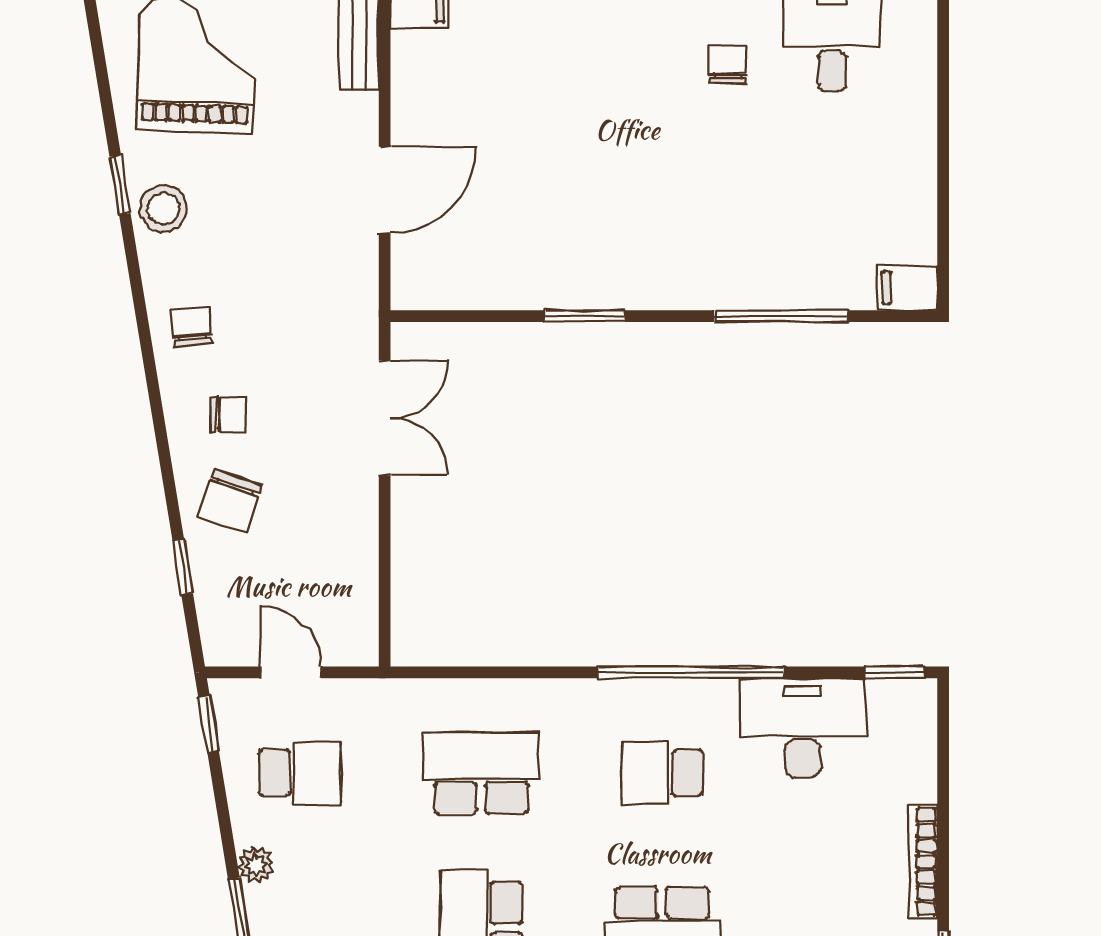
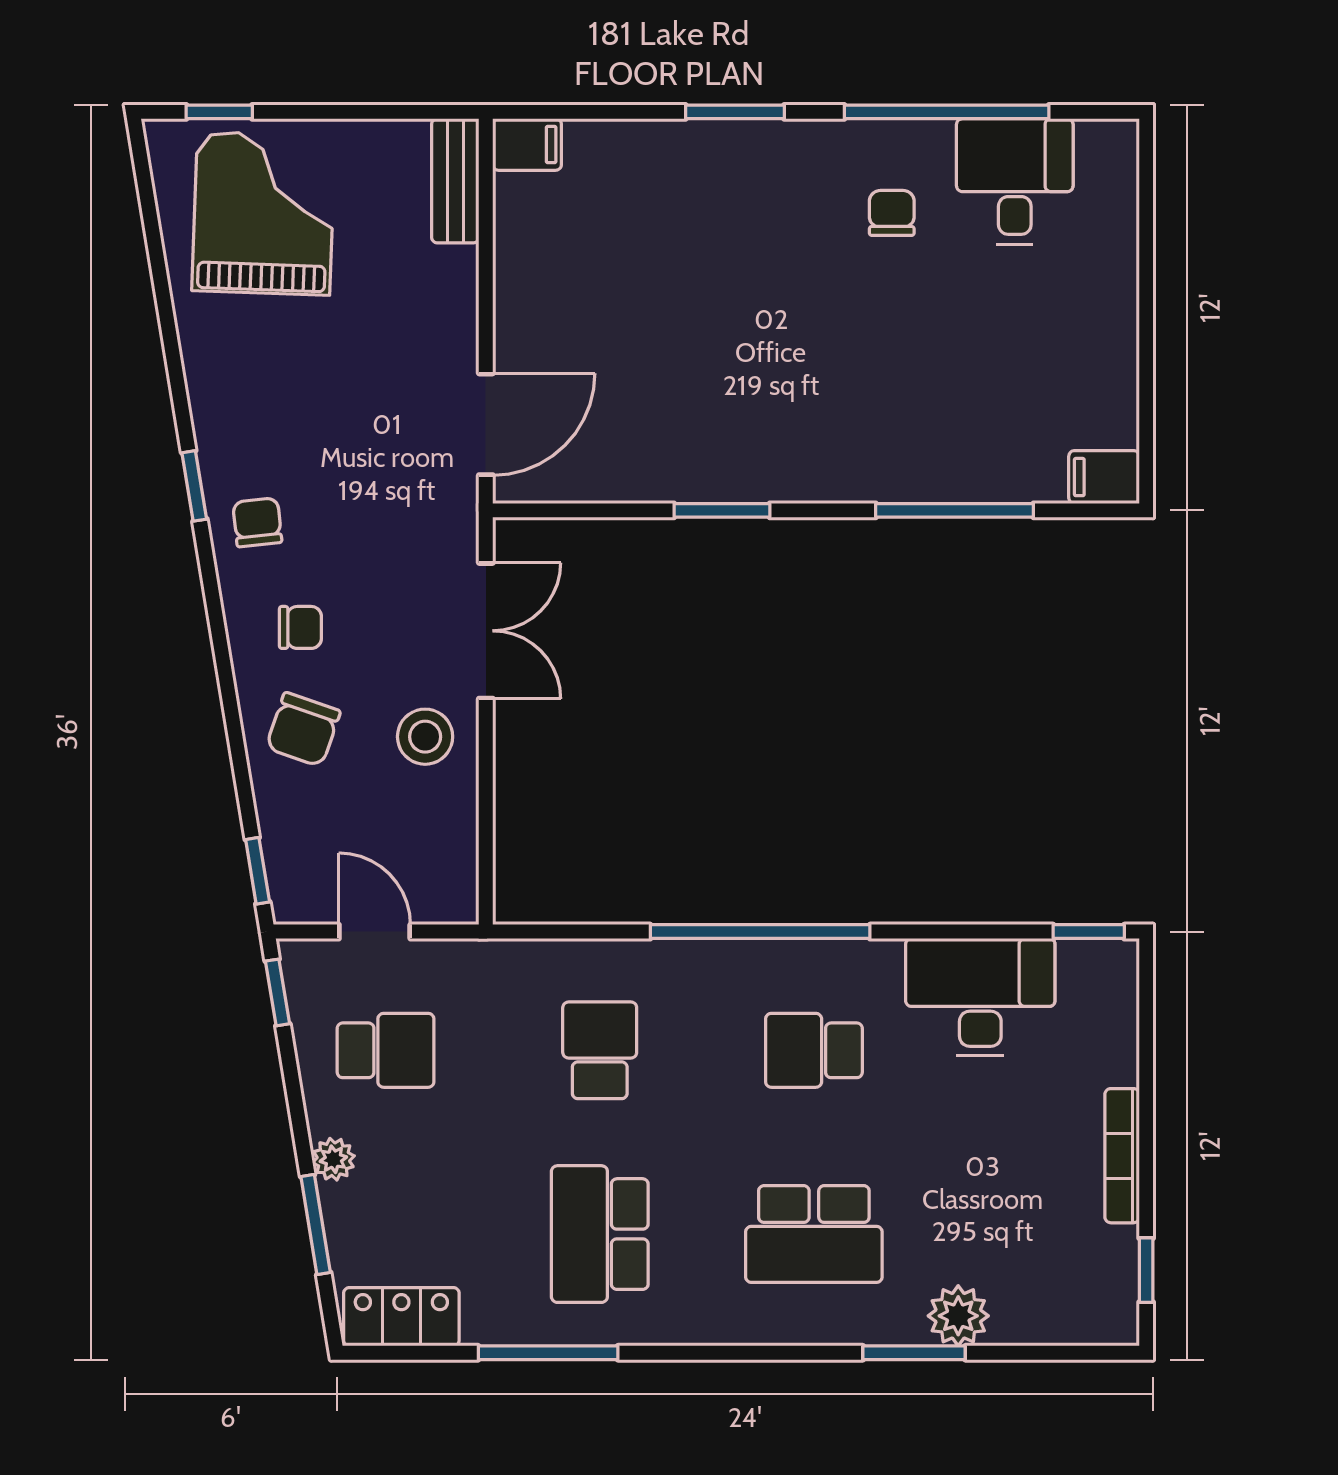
window: (120, 185) -> (194, 486), moved
door: (385, 190) -> (486, 424), moved
stool: (164, 209) -> (425, 737), moved
window: (183, 567) -> (258, 871), moved
window: (691, 672) -> (760, 932), moved
school desk: (481, 773) -> (600, 1050), width x0.54

